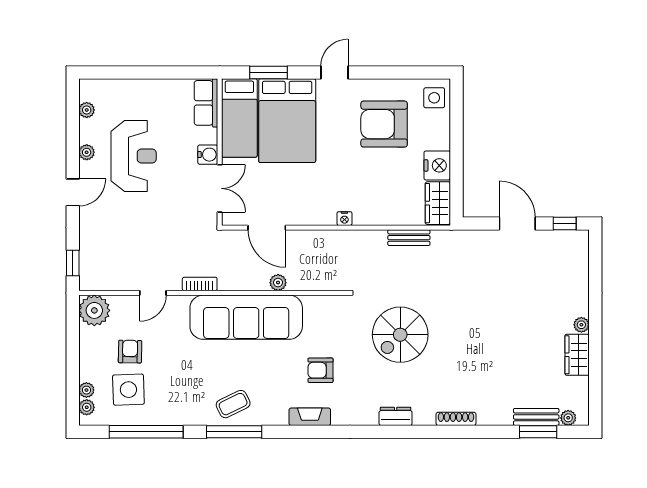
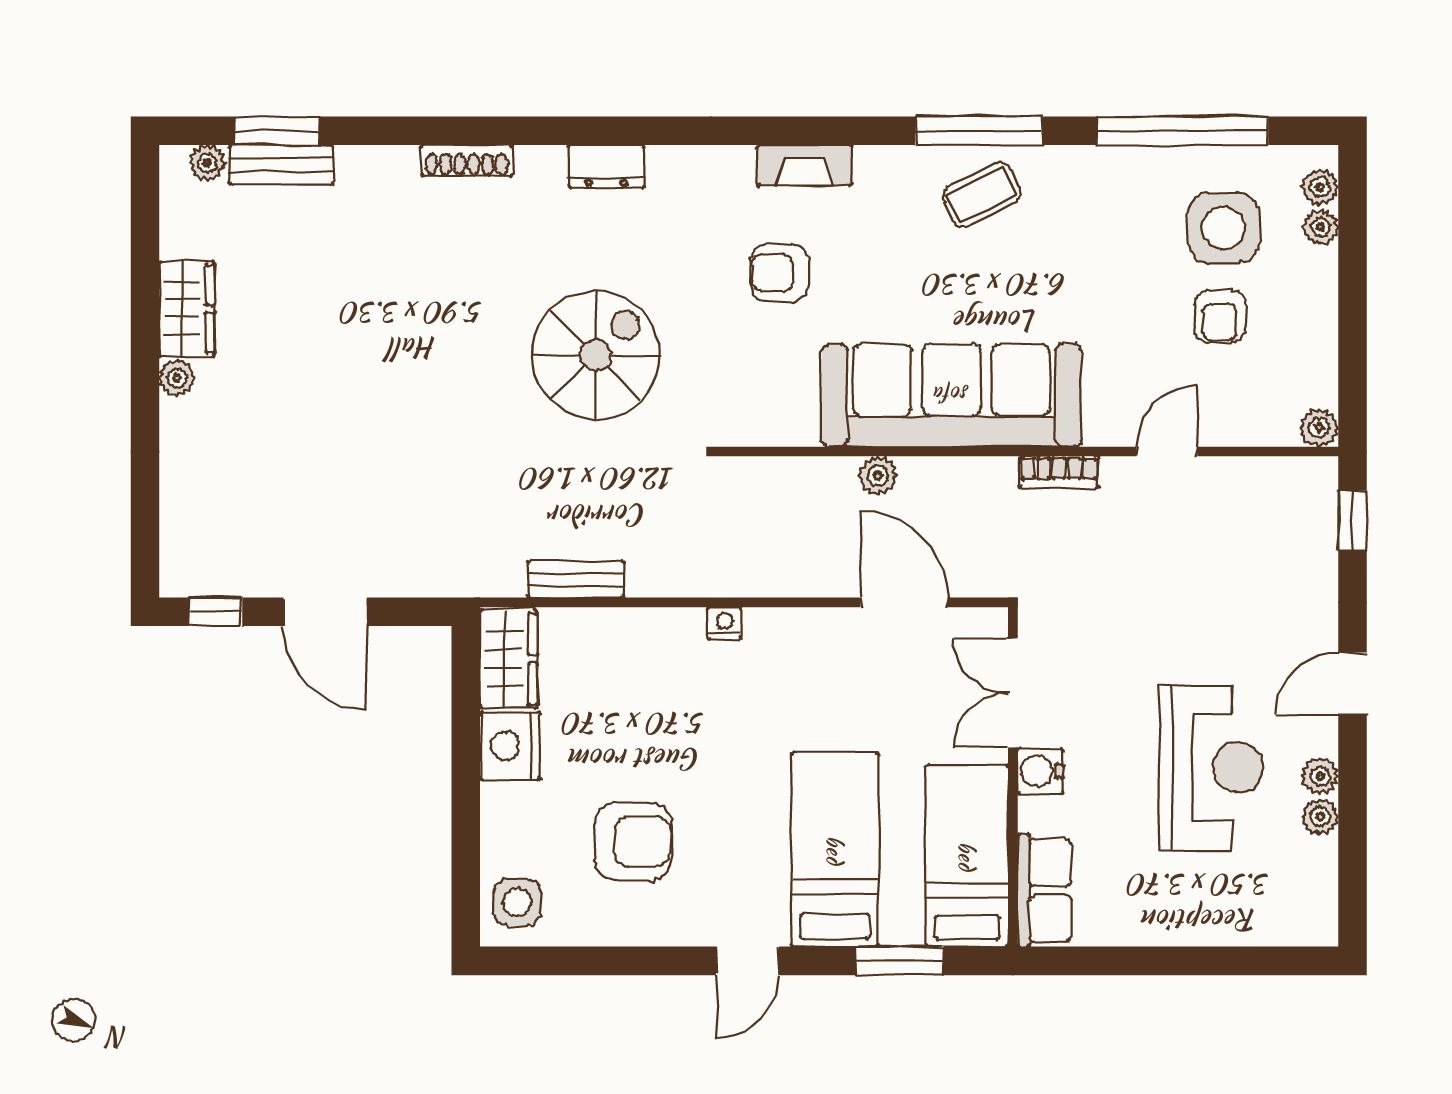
plant: (87, 110) -> (1320, 817), moved
bed: (287, 121) -> (835, 850), width x0.67
armchair: (384, 124) -> (633, 842), width x0.73, depth x0.73
reception desk: (134, 156) -> (1211, 768), turned 180
plant: (94, 310) -> (1319, 428), width x0.53, depth x0.53
armchair: (321, 370) -> (780, 273), turned 180

